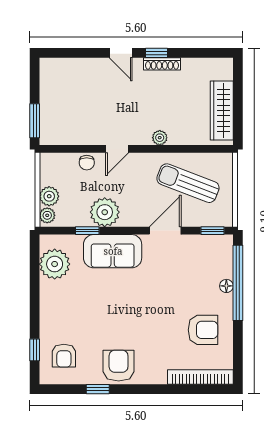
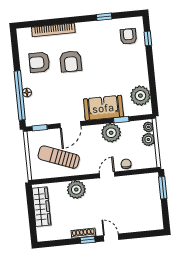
plant: (160, 138) -> (76, 190), width x1.87, depth x1.87
sun lounger: (188, 183) -> (59, 157), turned 180
armchair: (119, 366) -> (71, 61), moved
bookcase: (200, 377) -> (53, 30), moved

